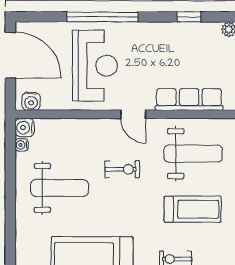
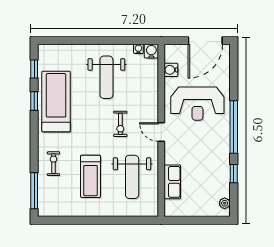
window: (102, 17) -> (234, 127), moved
row of seats: (189, 99) -> (172, 182), width x0.68
water cooler: (31, 101) -> (171, 70), moved
door: (133, 114) -> (161, 132), hinge flipped

